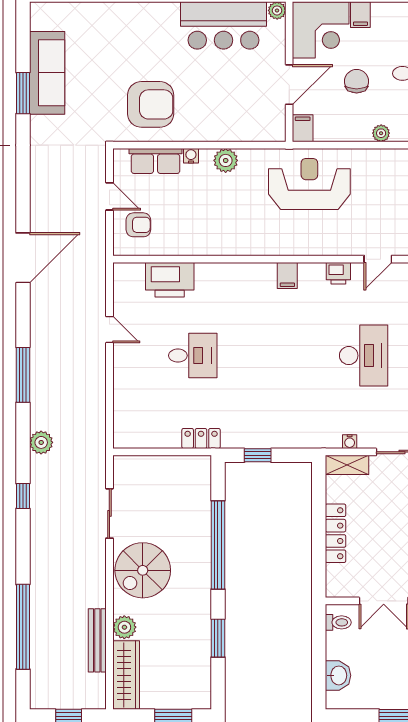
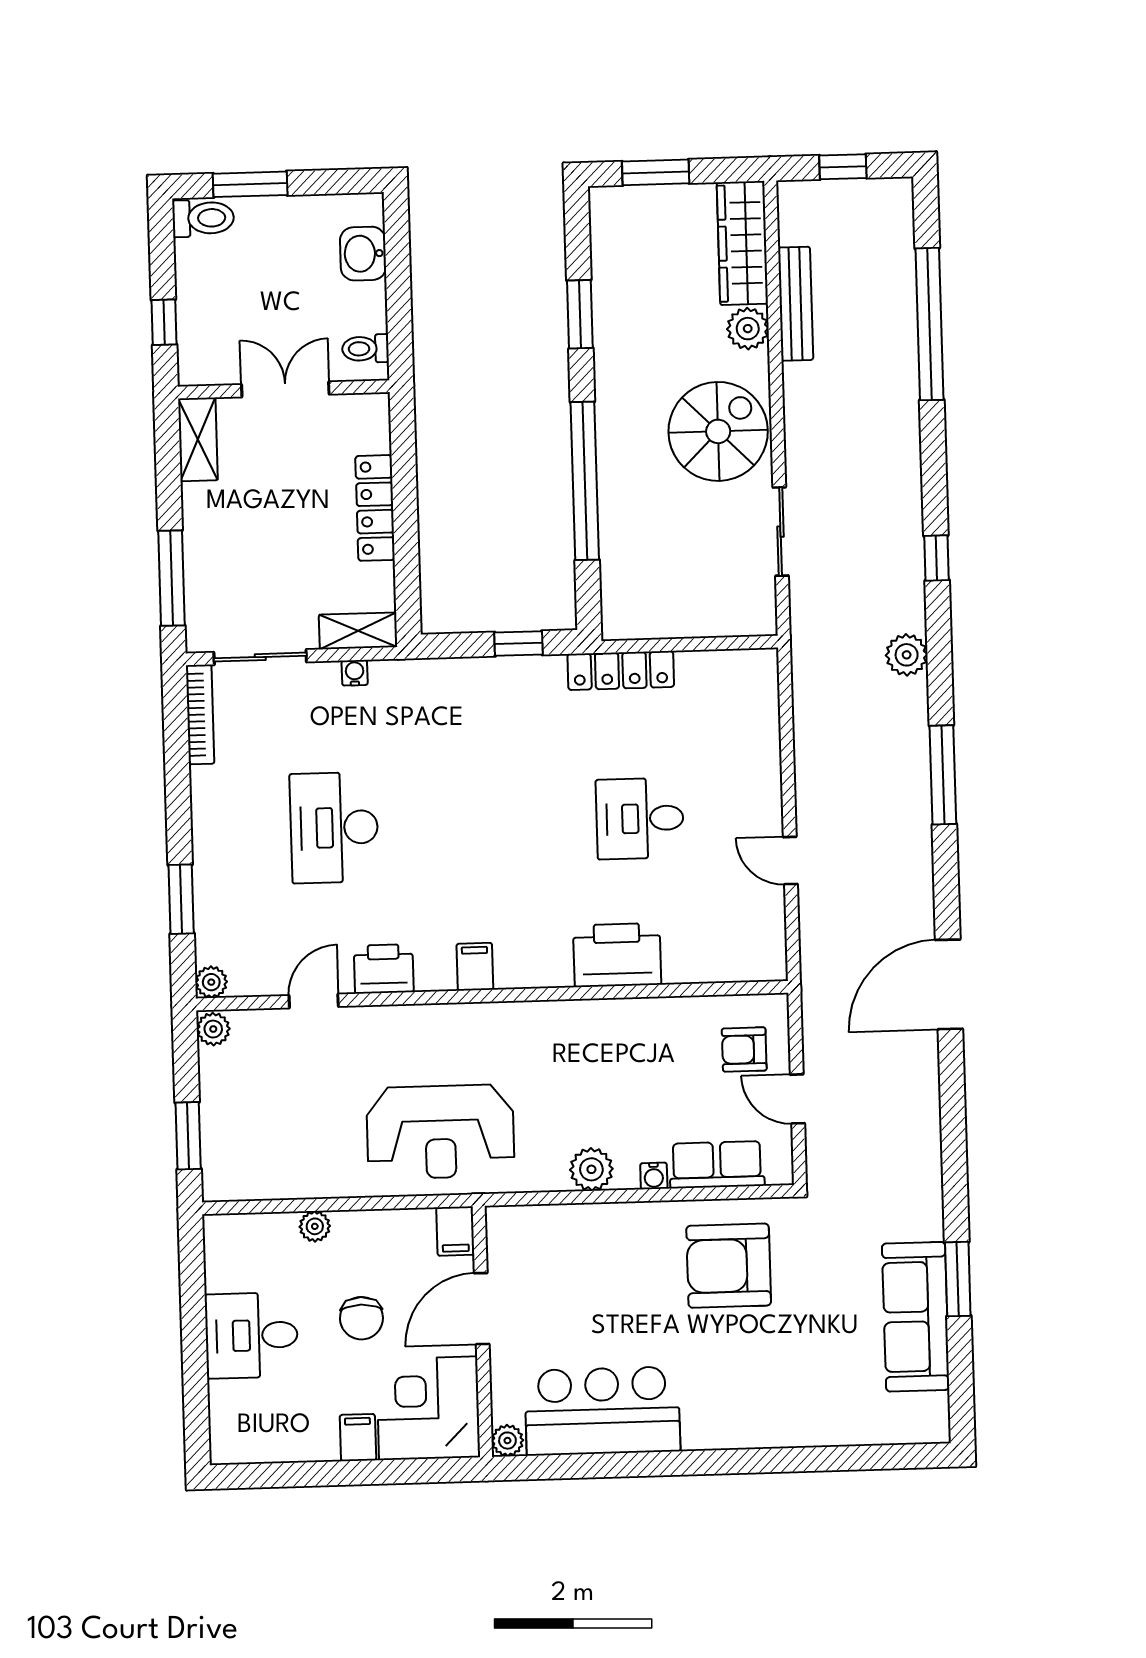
printer: (338, 273) -> (384, 969), width x1.36, depth x1.24
printer: (170, 280) -> (617, 955), moved
locker: (201, 438) -> (621, 670), width x1.53

